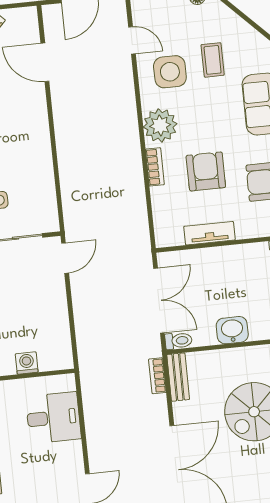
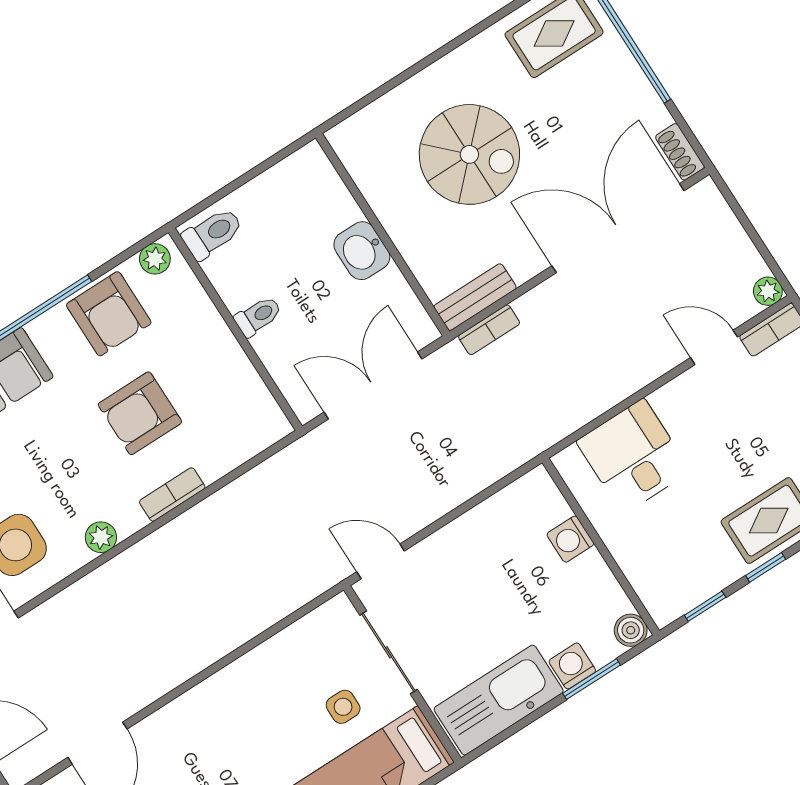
plant: (160, 125) -> (101, 537), width x0.53, depth x0.53
tv unit: (209, 233) -> (231, 360), removed
toilet: (178, 341) -> (258, 316), moved, turned 90

